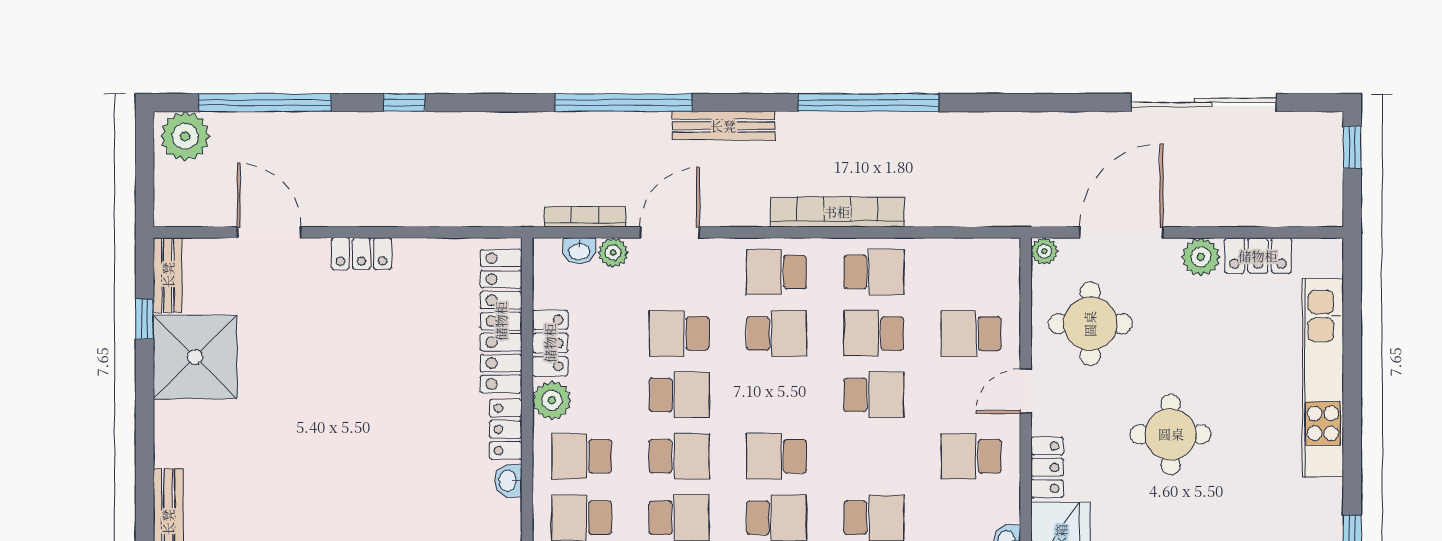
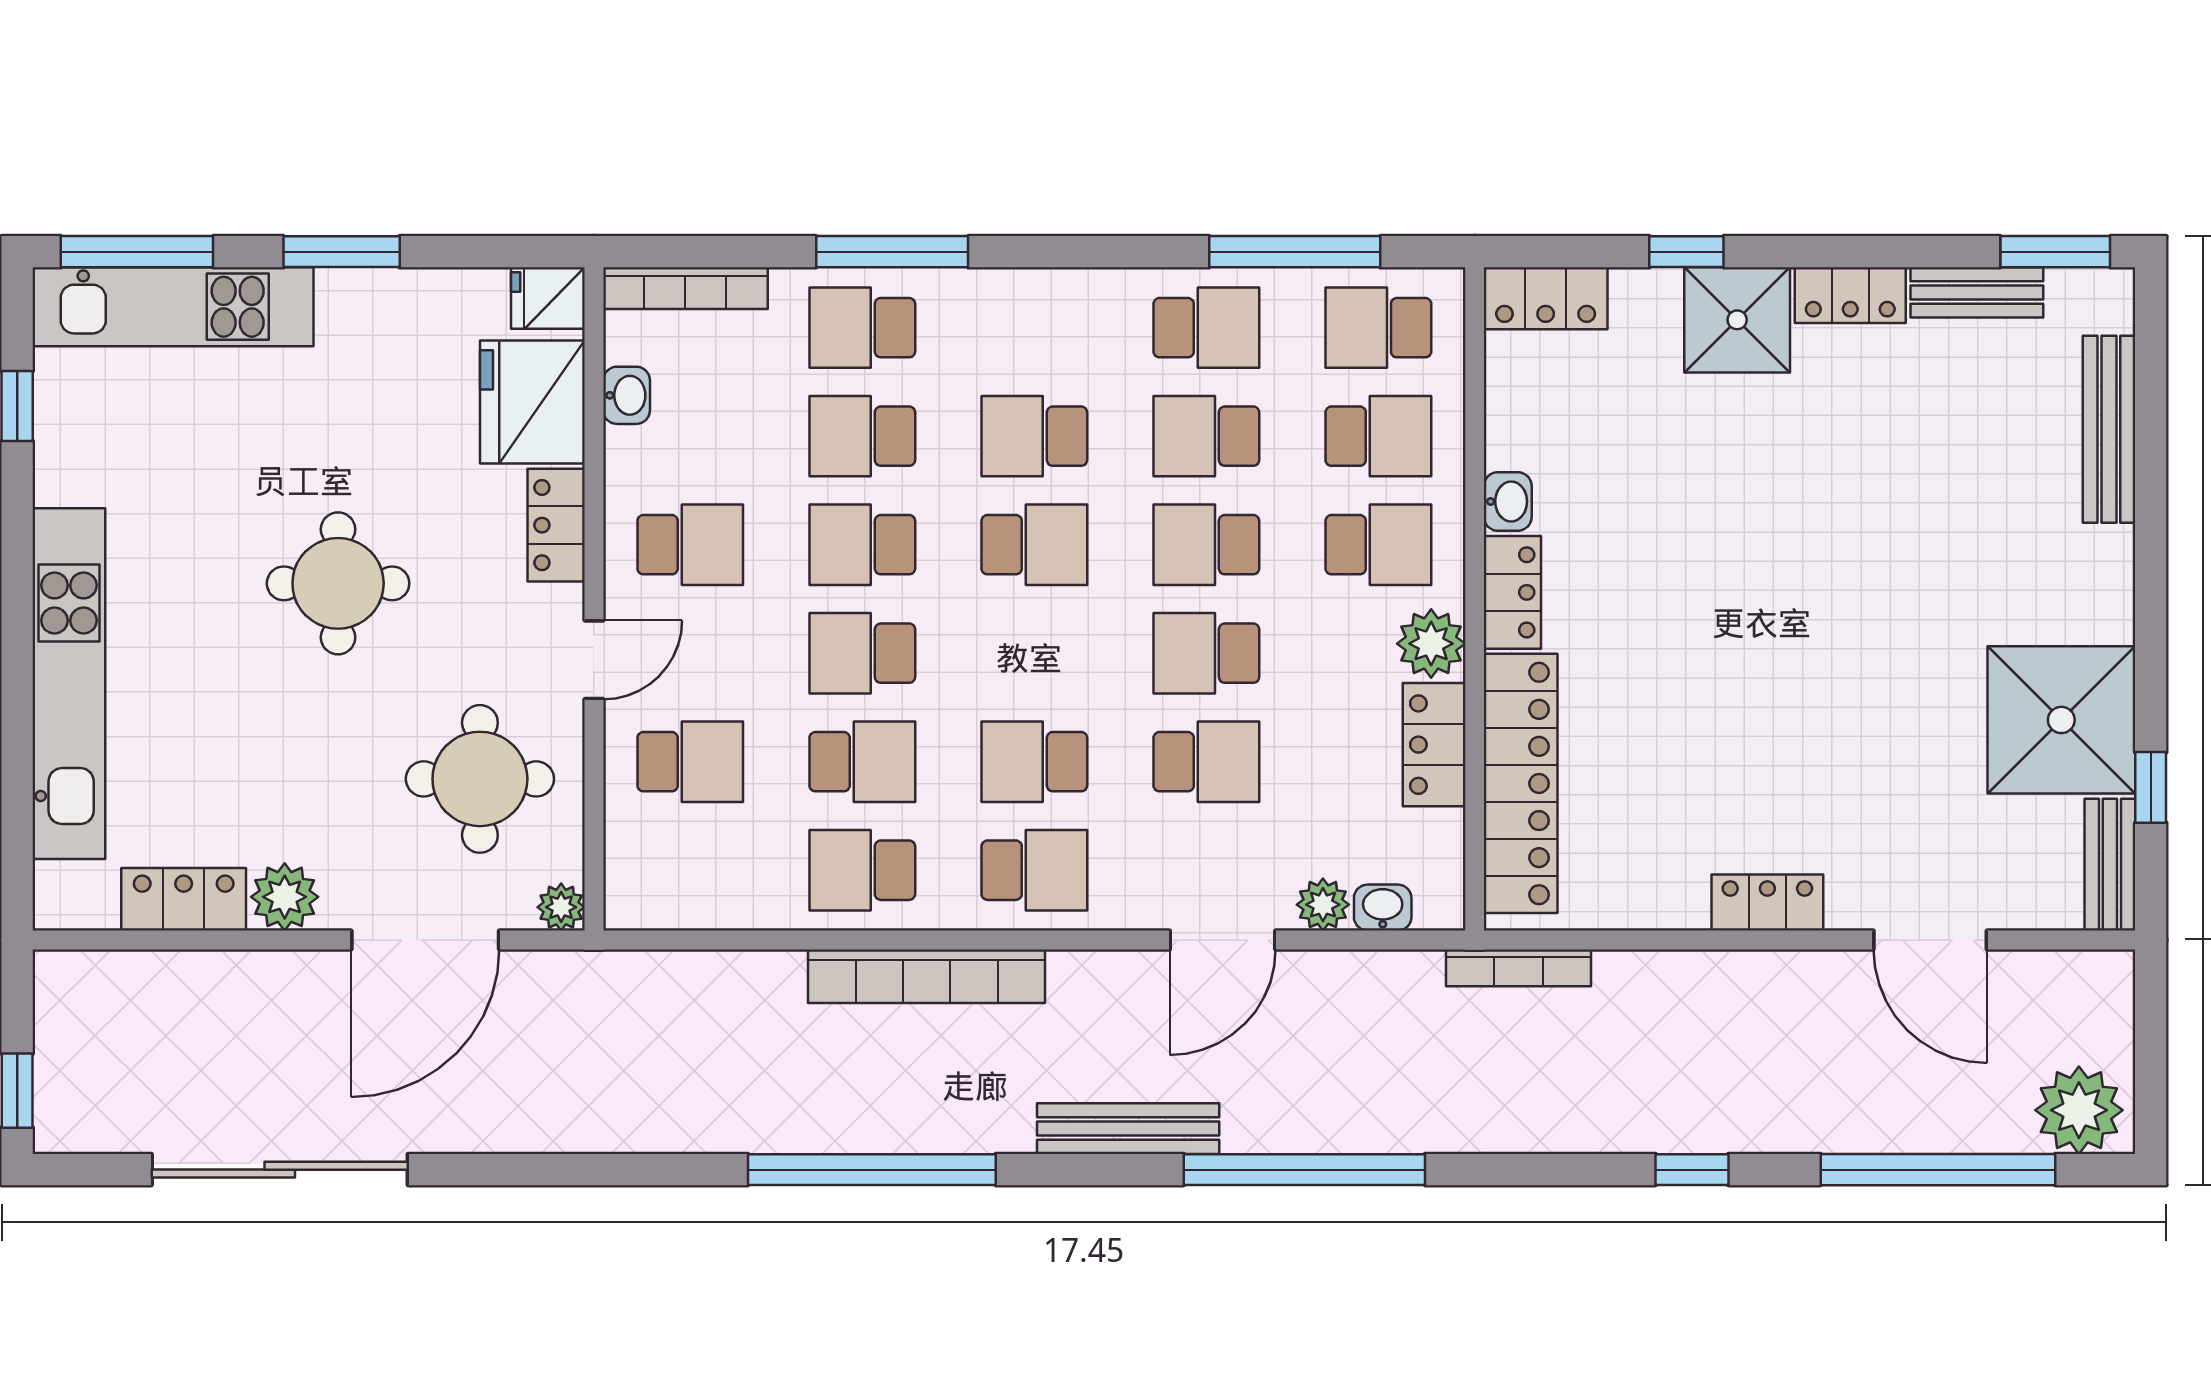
bookcase: (585, 217) -> (1519, 968), moved
school desk: (874, 456) -> (862, 545), added

